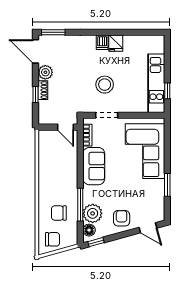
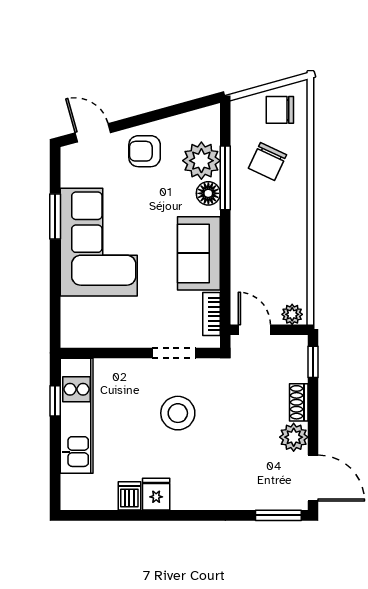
dishwasher: (102, 42) -> (129, 496), moved
window: (36, 94) -> (313, 362), moved
plant: (46, 135) -> (292, 314), added
corner sofa: (145, 151) -> (99, 242), moved
chair: (59, 213) -> (267, 161), turned 115
armchair: (122, 218) -> (145, 151), turned 90
floor lamp: (89, 230) -> (208, 193), moved
window: (96, 242) -> (195, 105), removed

